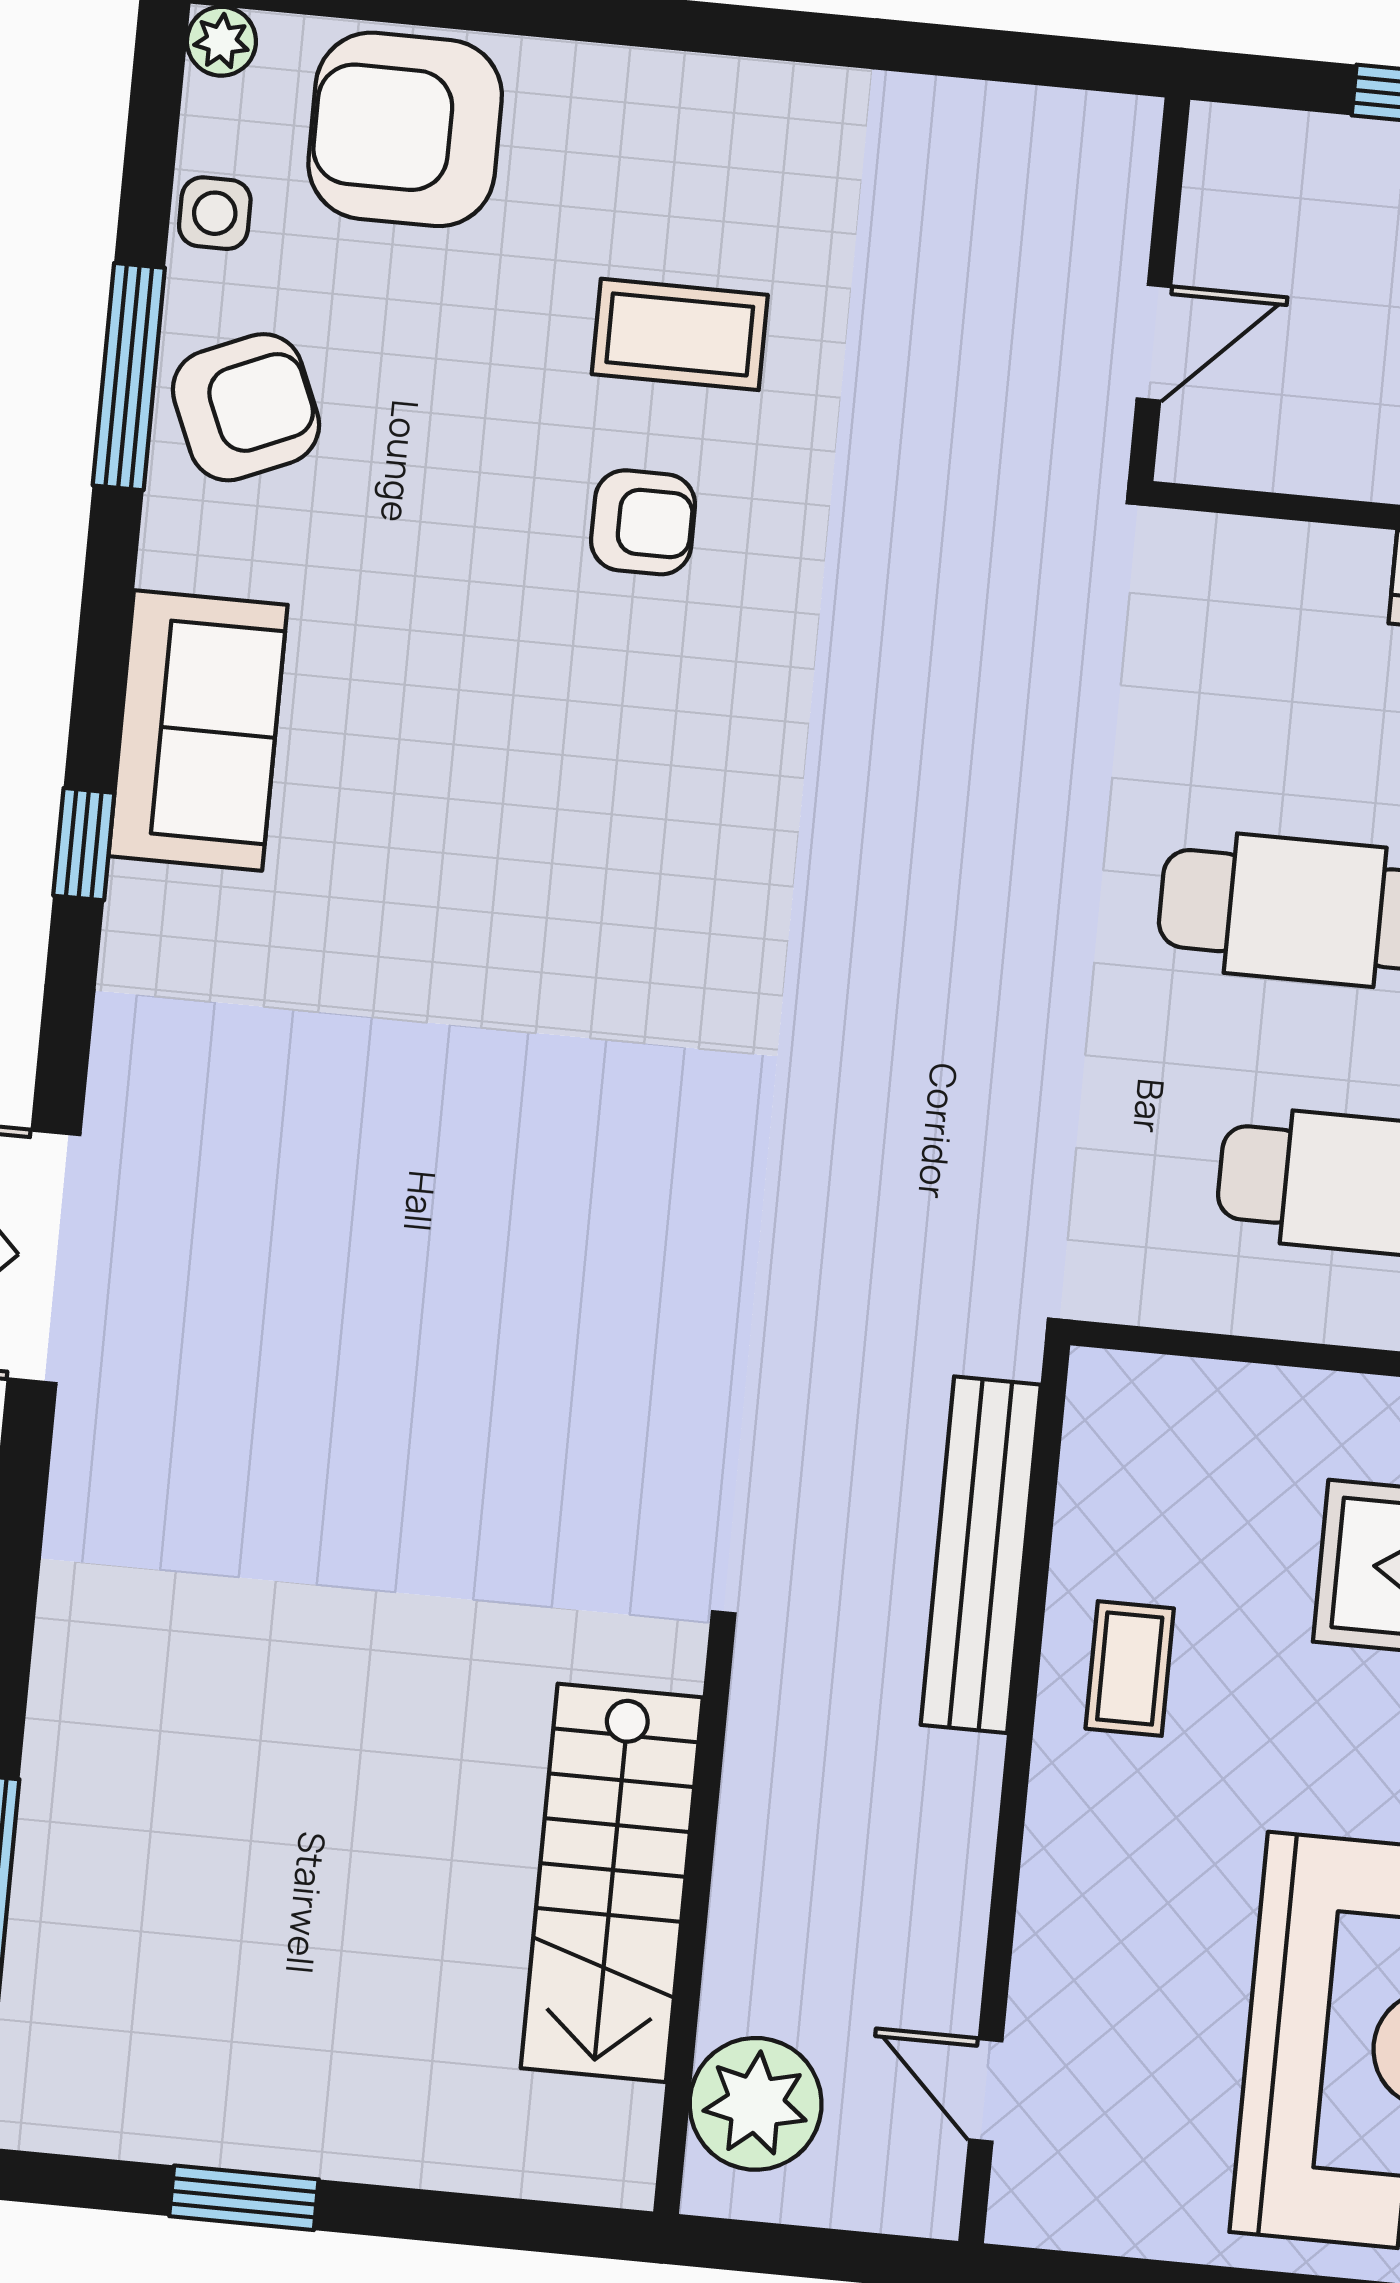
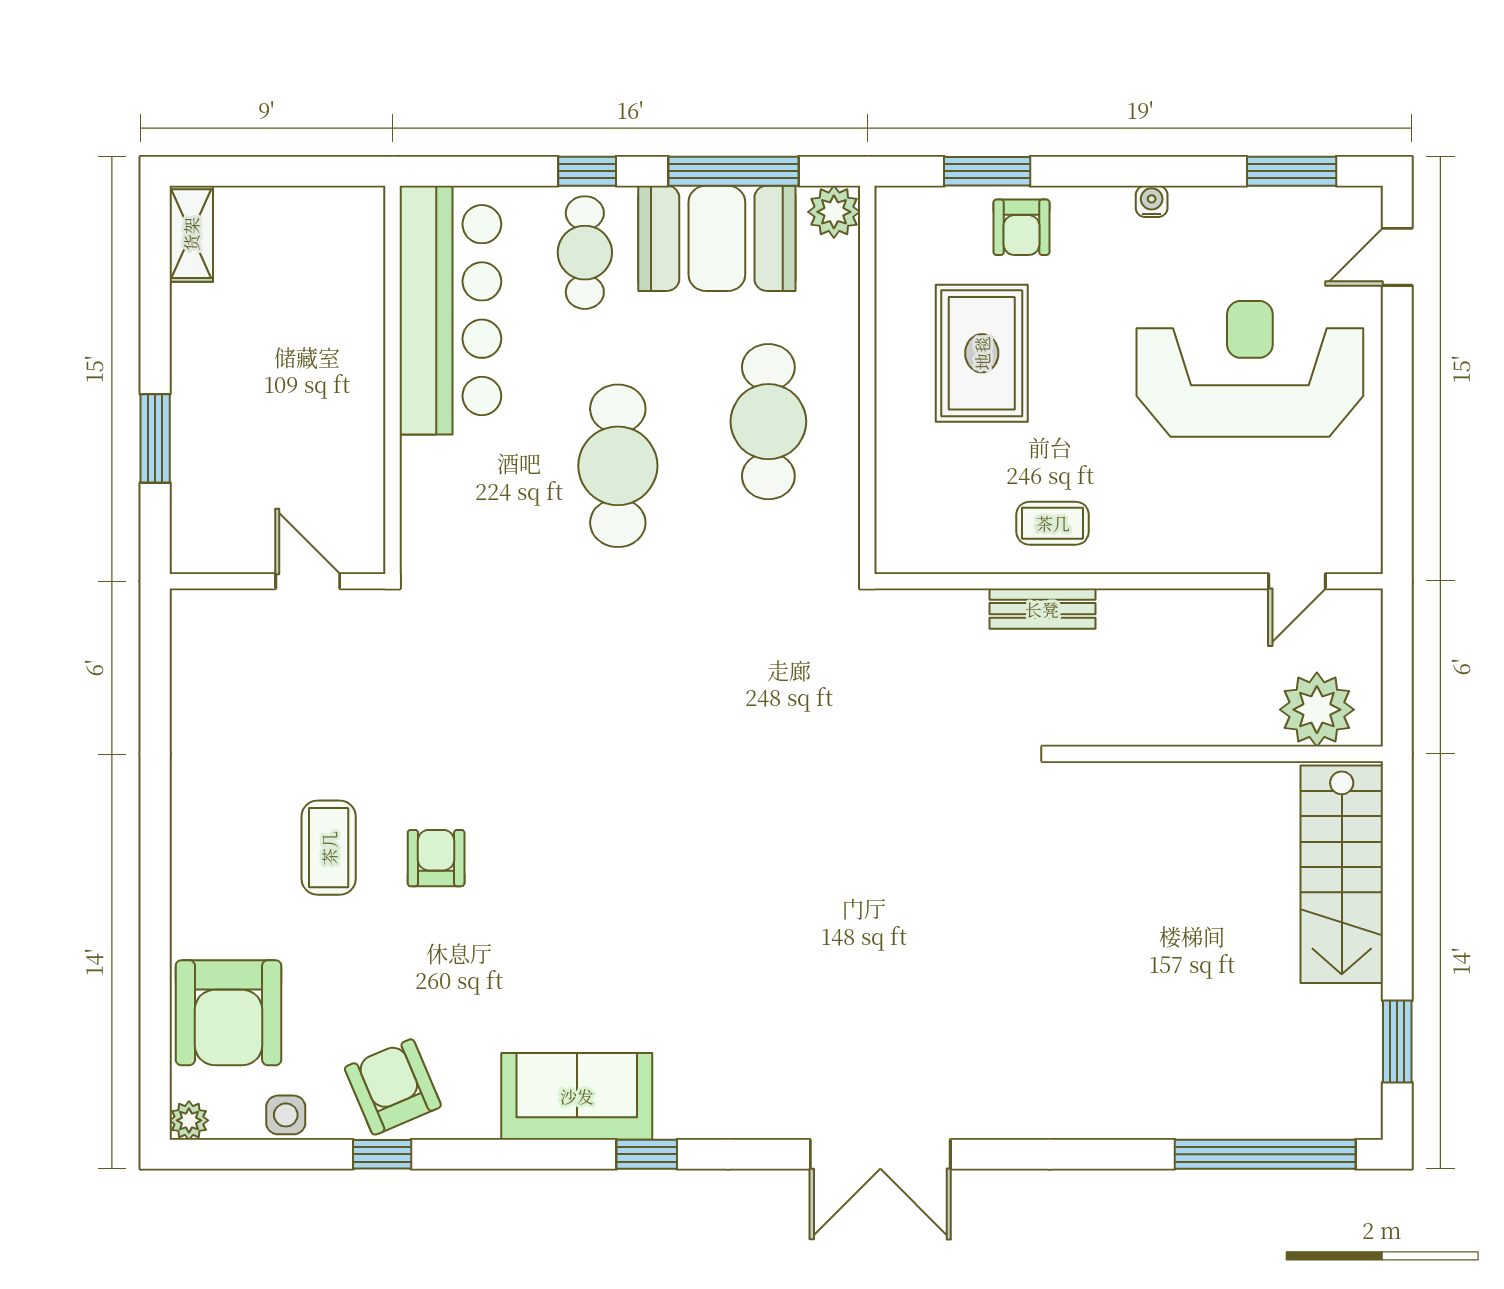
window: (129, 377) -> (382, 1154), width x0.46
bench: (981, 1555) -> (1042, 609), width x0.54, depth x0.82
stairs: (612, 1883) -> (1342, 874), moved, turned 90
window: (244, 2198) -> (1397, 1041), moved

